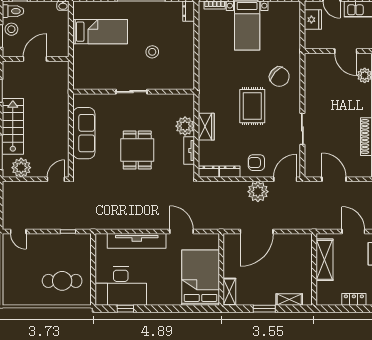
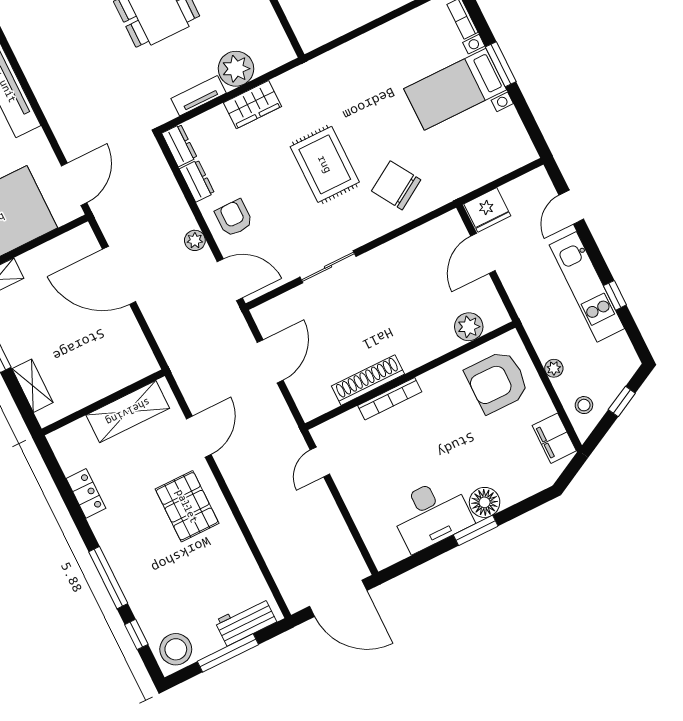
fridge: (313, 20) -> (487, 210), moved
door: (346, 51) -> (483, 253), moved
chair: (279, 77) -> (396, 185), turned 107
rug: (252, 106) -> (325, 164), turned 90
plant: (258, 192) -> (195, 240), width x0.53, depth x0.53
door: (181, 232) -> (74, 184), moved

